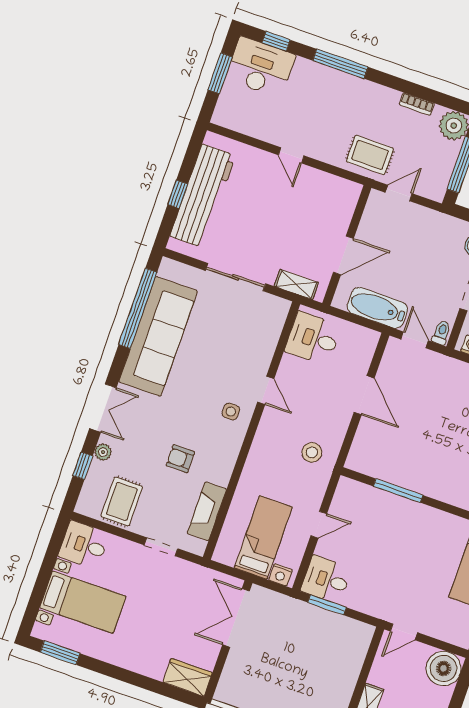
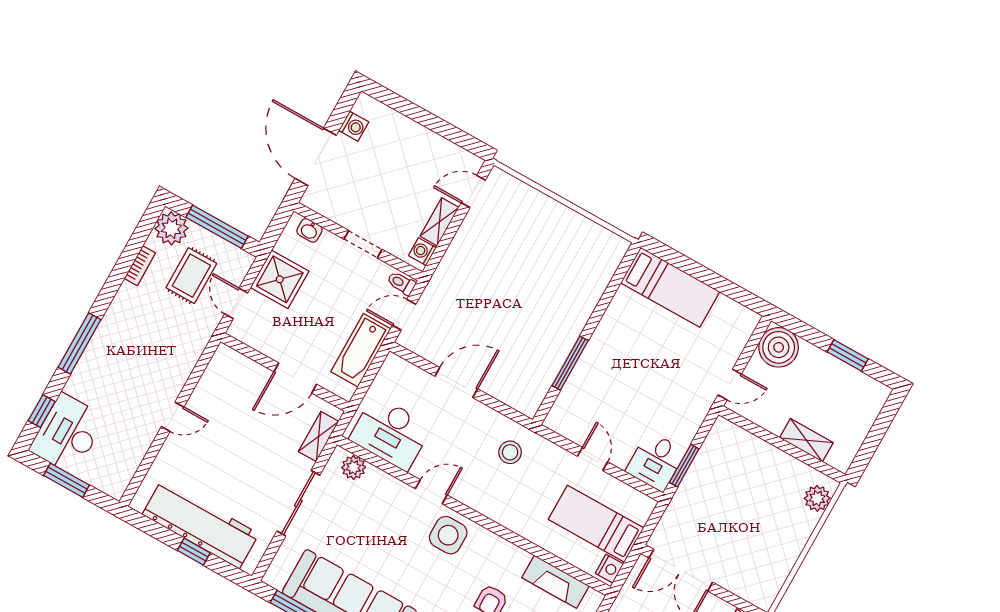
rug: (370, 155) -> (191, 276), moved
shower: (426, 227) -> (280, 279), added
door: (343, 255) -> (295, 378), swing flipped
plant: (275, 319) -> (354, 467), added
desk: (313, 338) -> (391, 433), width x1.37
side table: (231, 412) -> (448, 535), width x1.87, depth x1.87
nightstand: (280, 575) -> (609, 569), moved
door: (404, 632) -> (730, 384), hinge flipped

